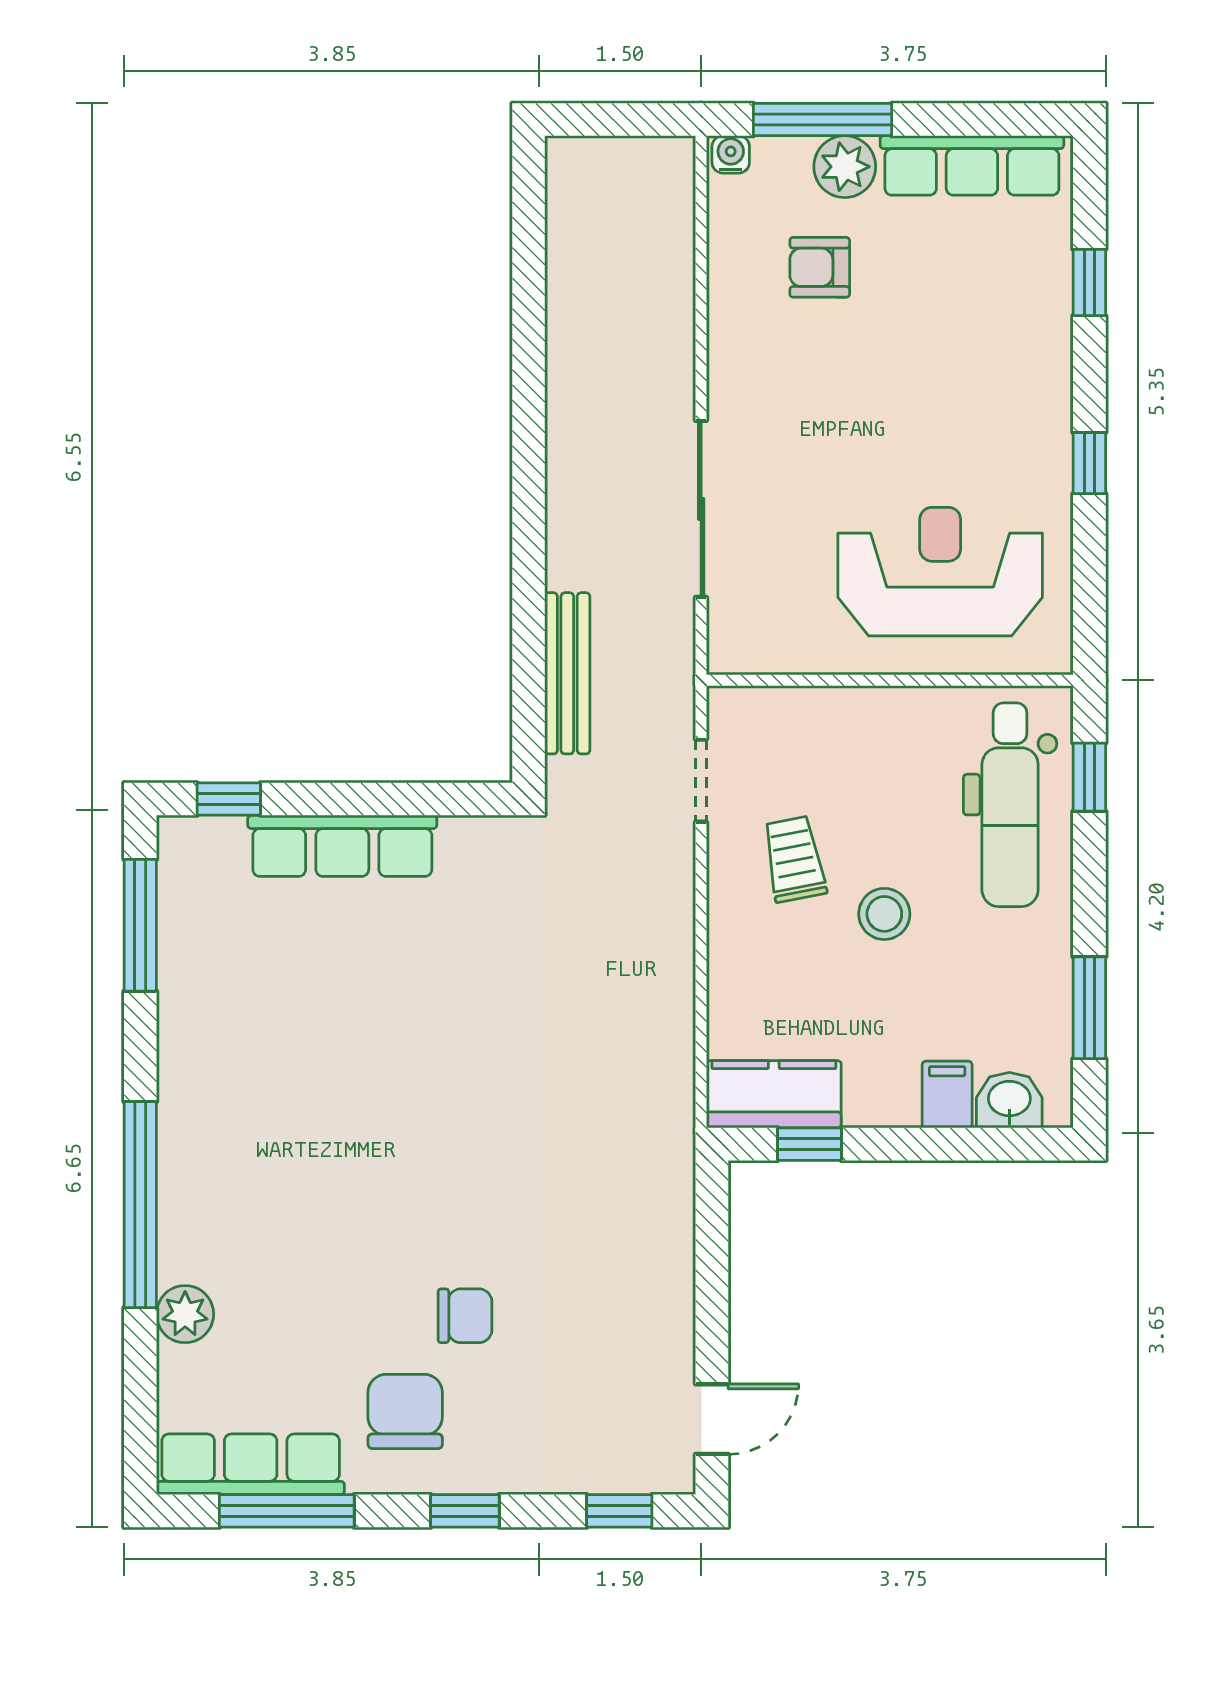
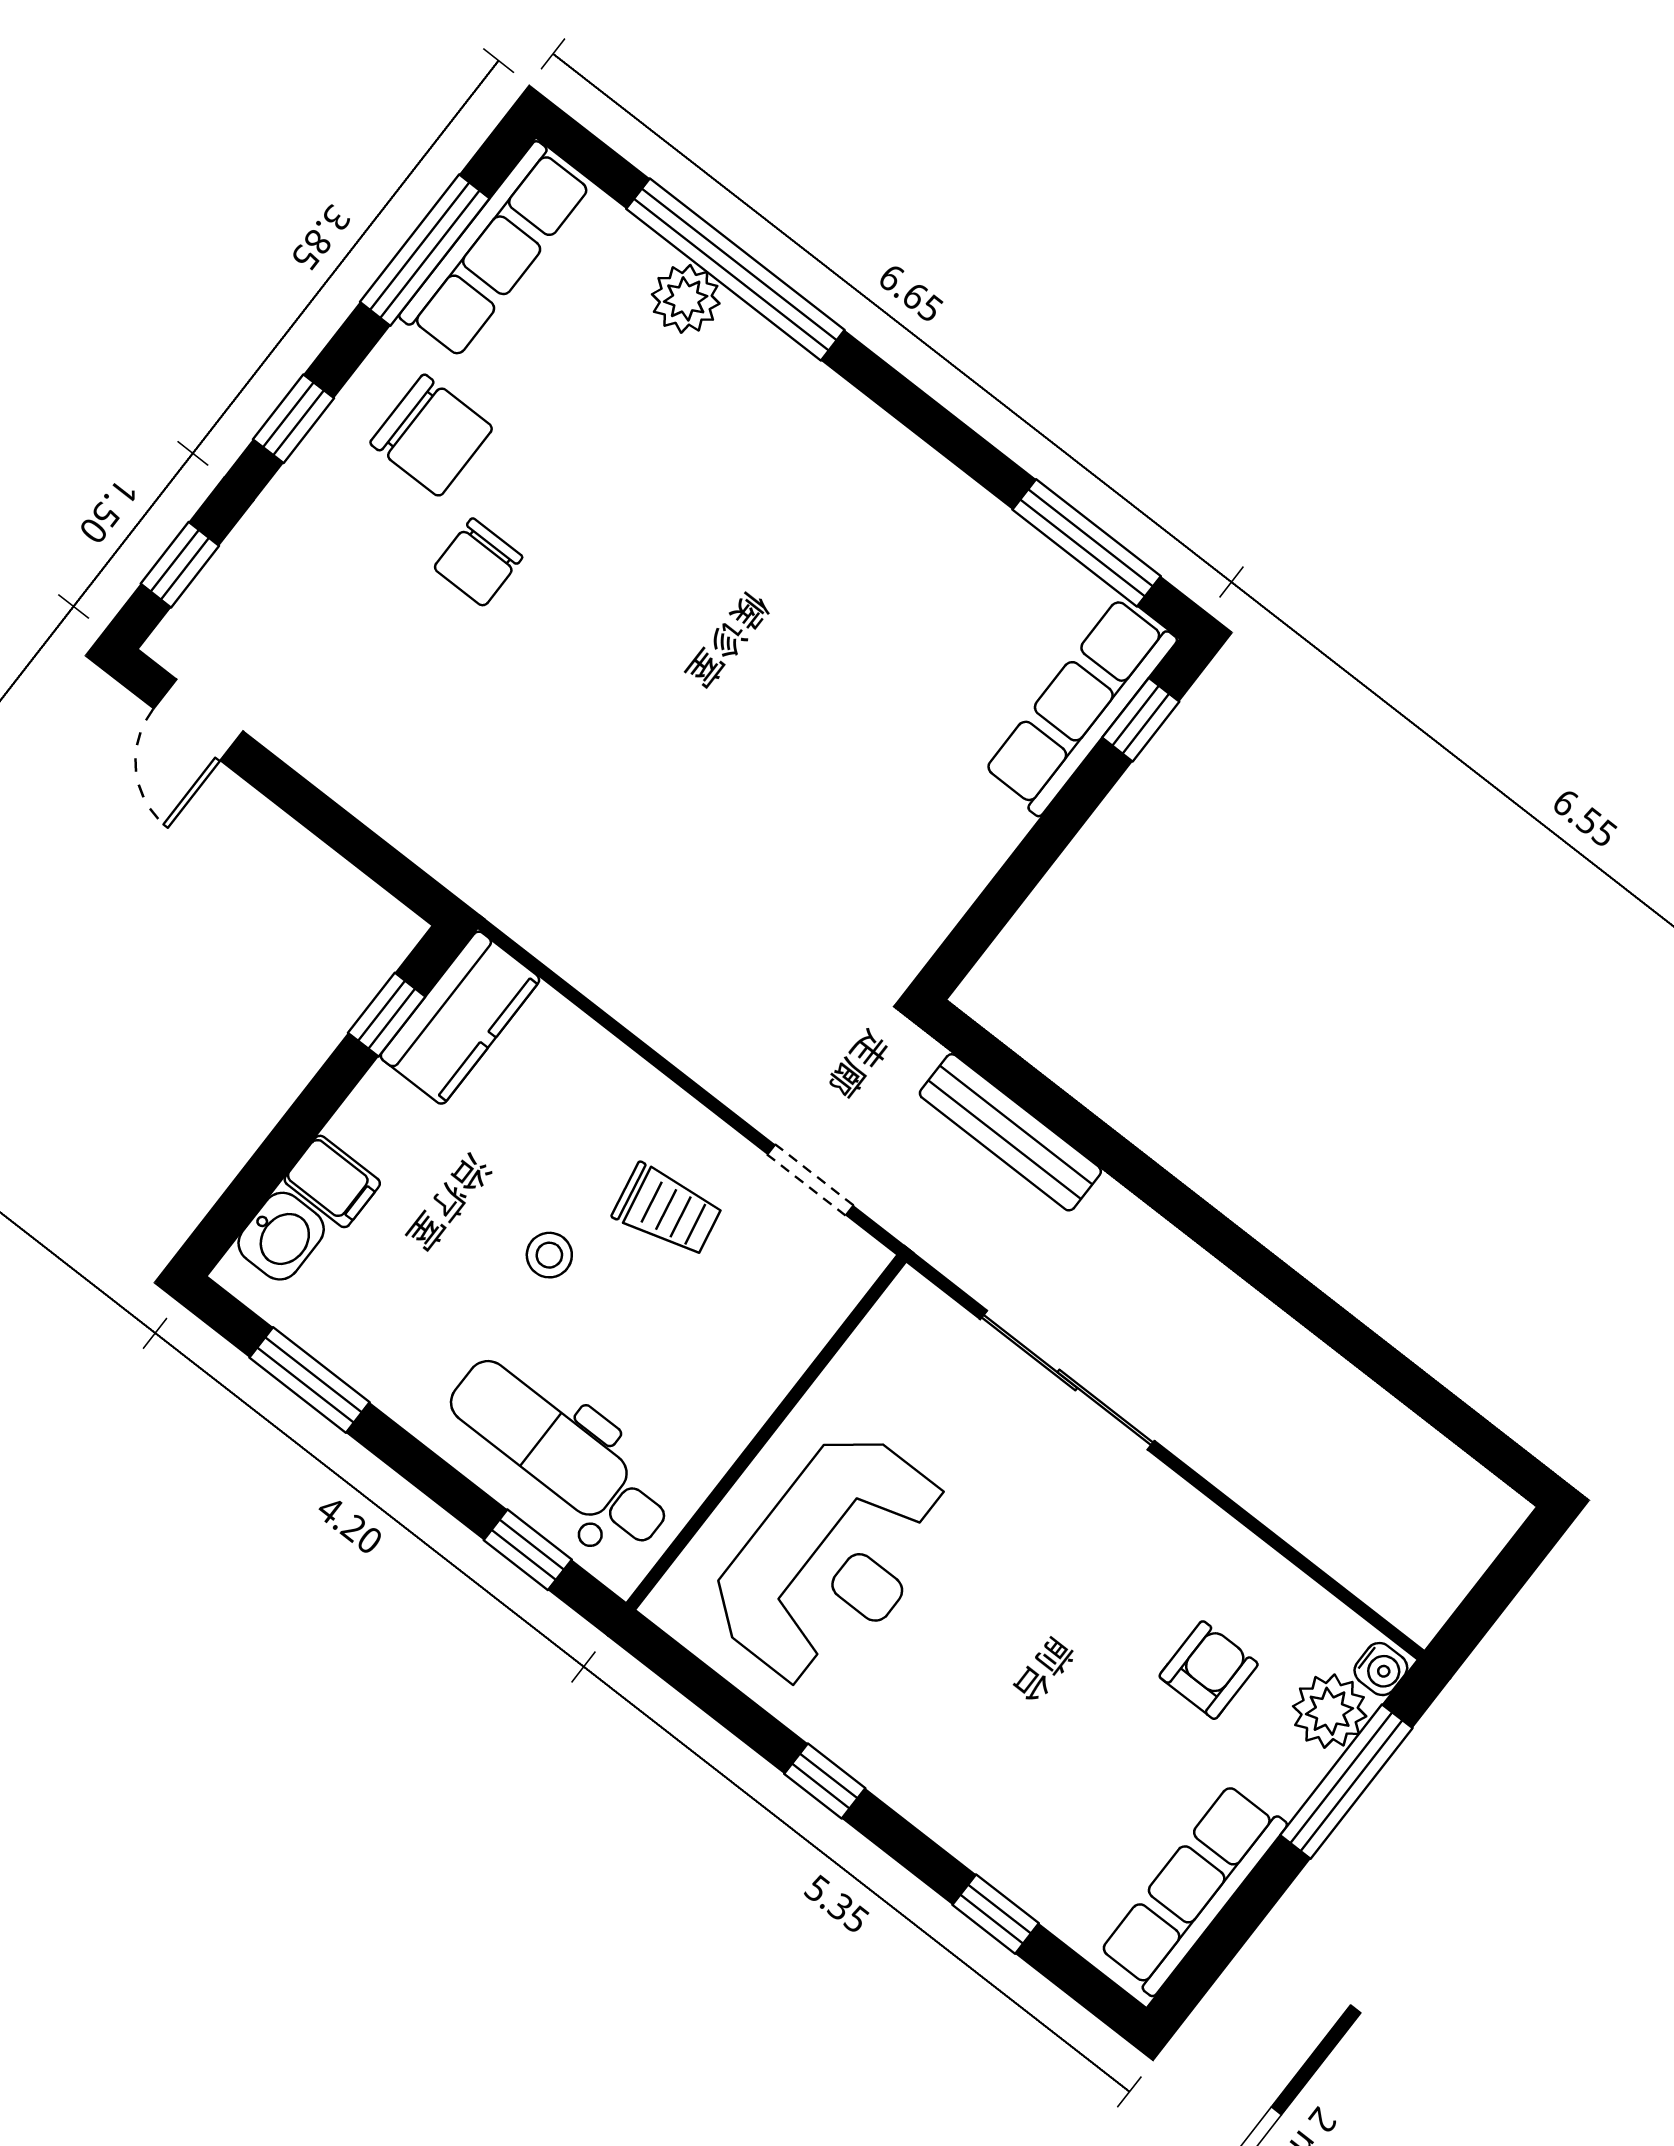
plant: (845, 167) -> (1330, 1711), moved
row of seats: (342, 846) -> (1080, 706), moved
stool: (884, 914) -> (549, 1255), width x0.73, depth x0.73
window: (140, 1205) -> (735, 269), moved

